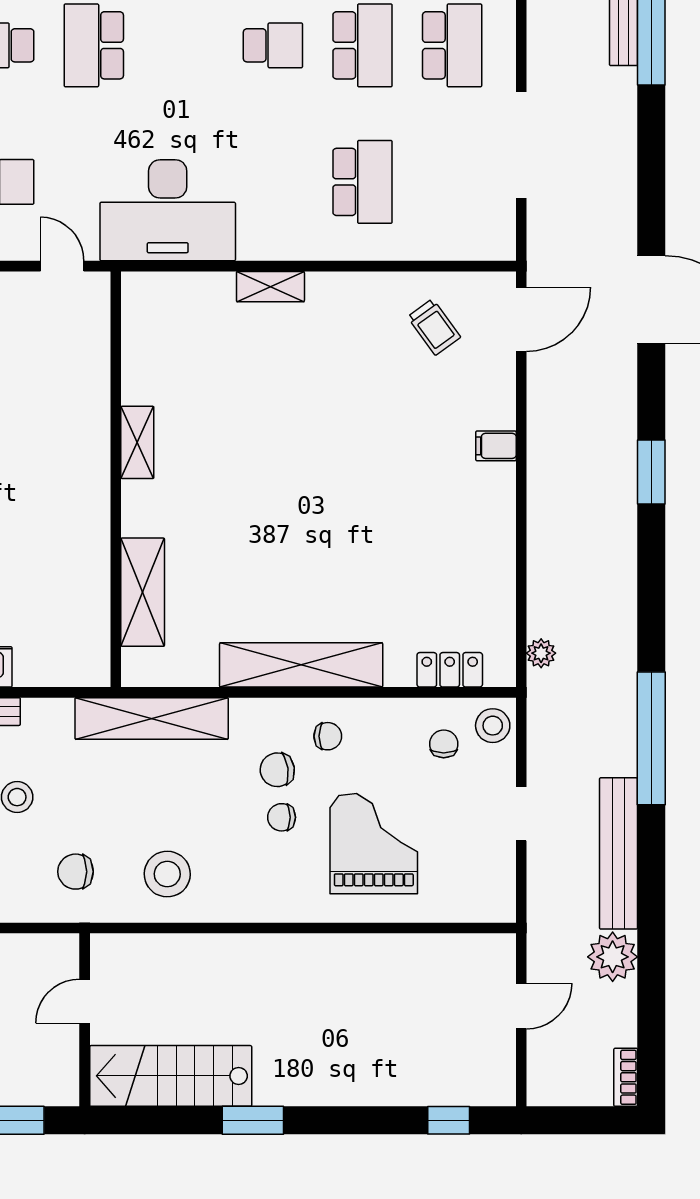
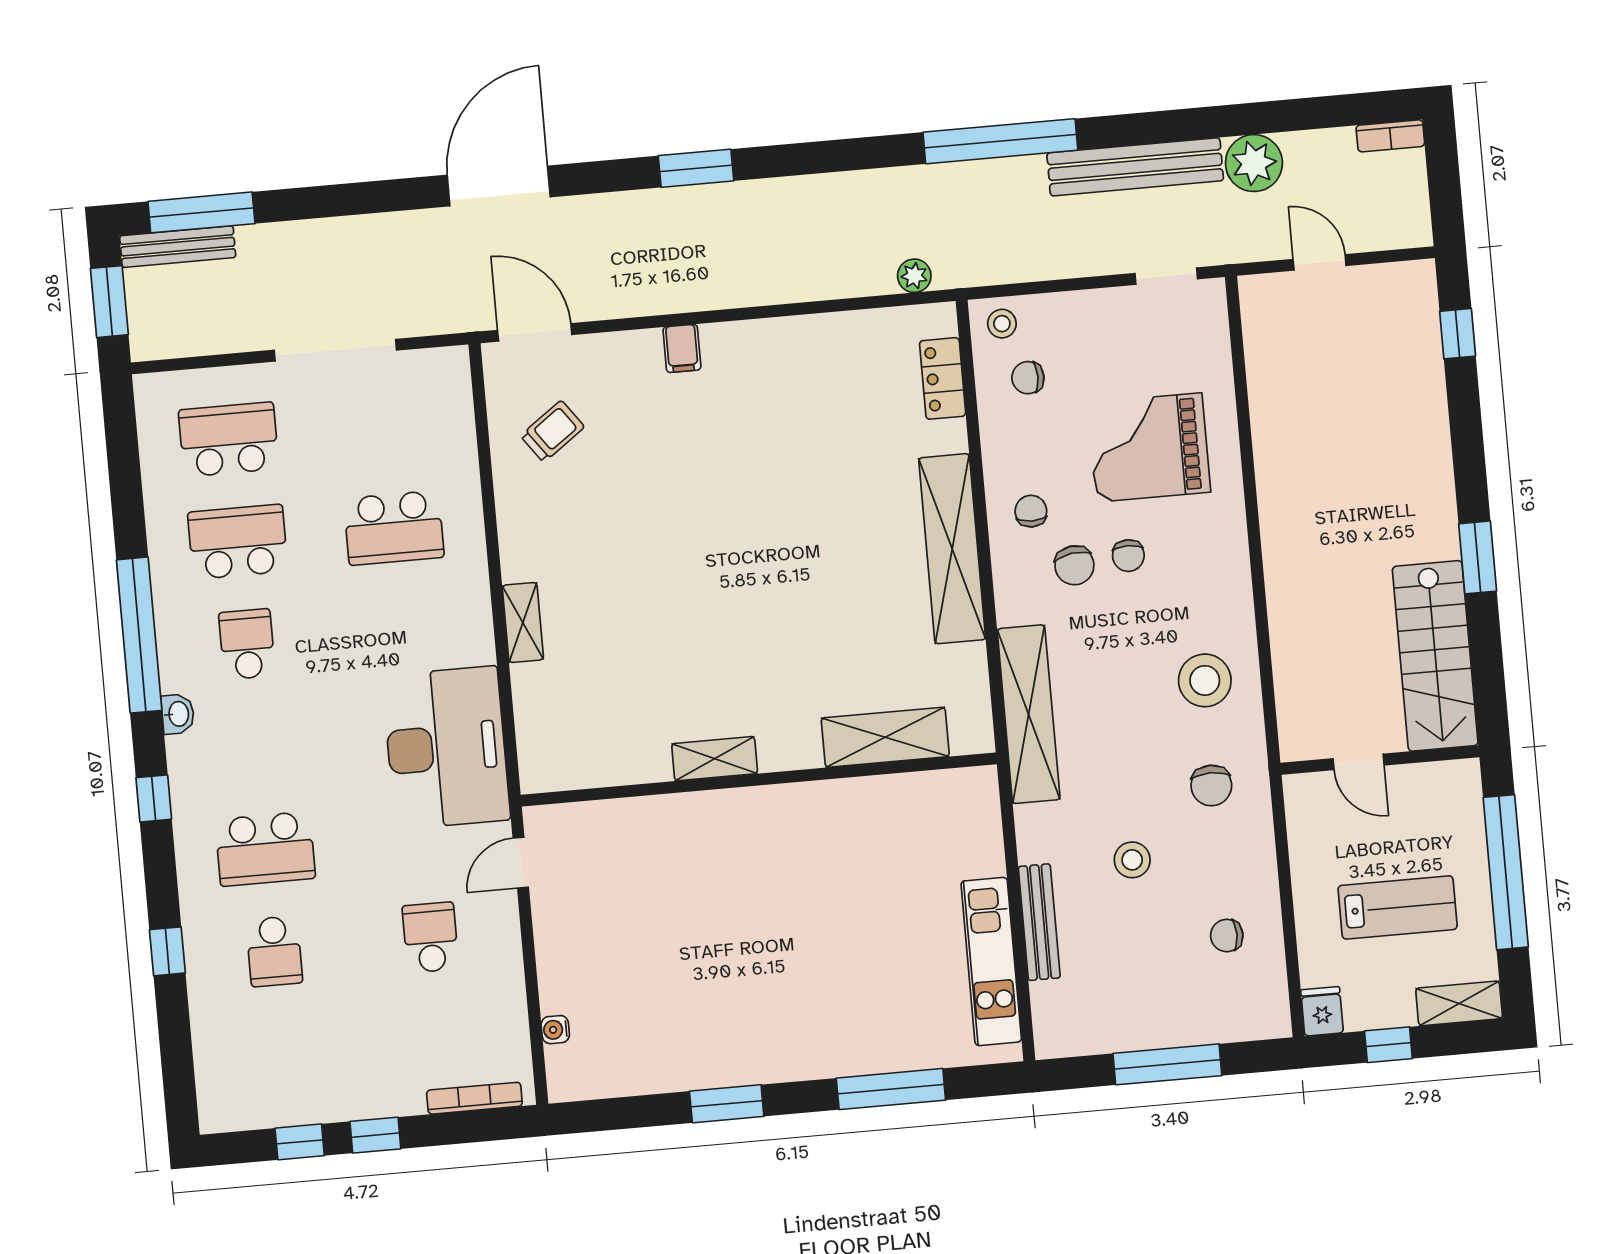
school desk: (363, 182) -> (394, 528), turned 180
stool: (493, 726) -> (1002, 324), width x0.73, depth x0.73
doorway: (521, 814) -> (1166, 276), moved

